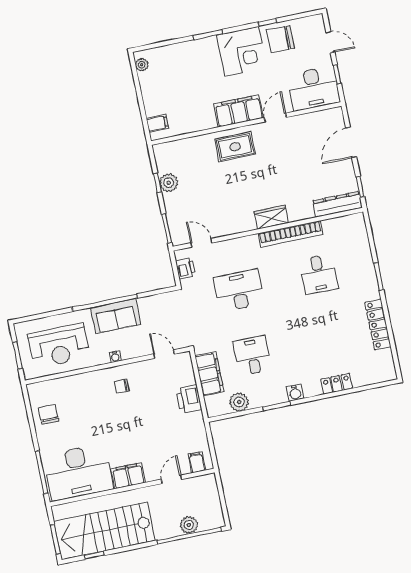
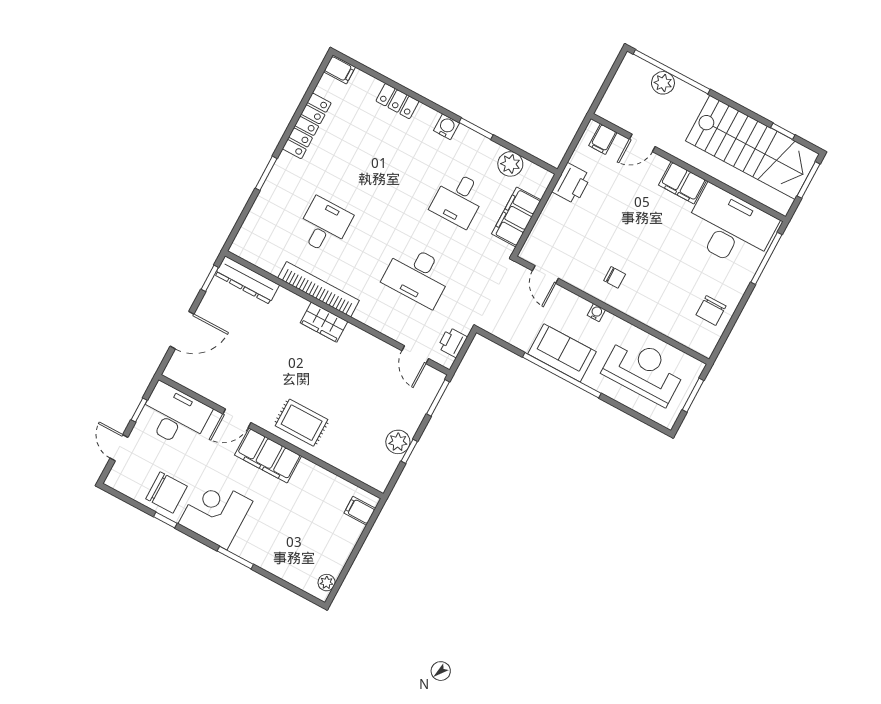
filing cabinet: (386, 374) -> (339, 69), added
printer: (189, 399) -> (572, 184), moved

